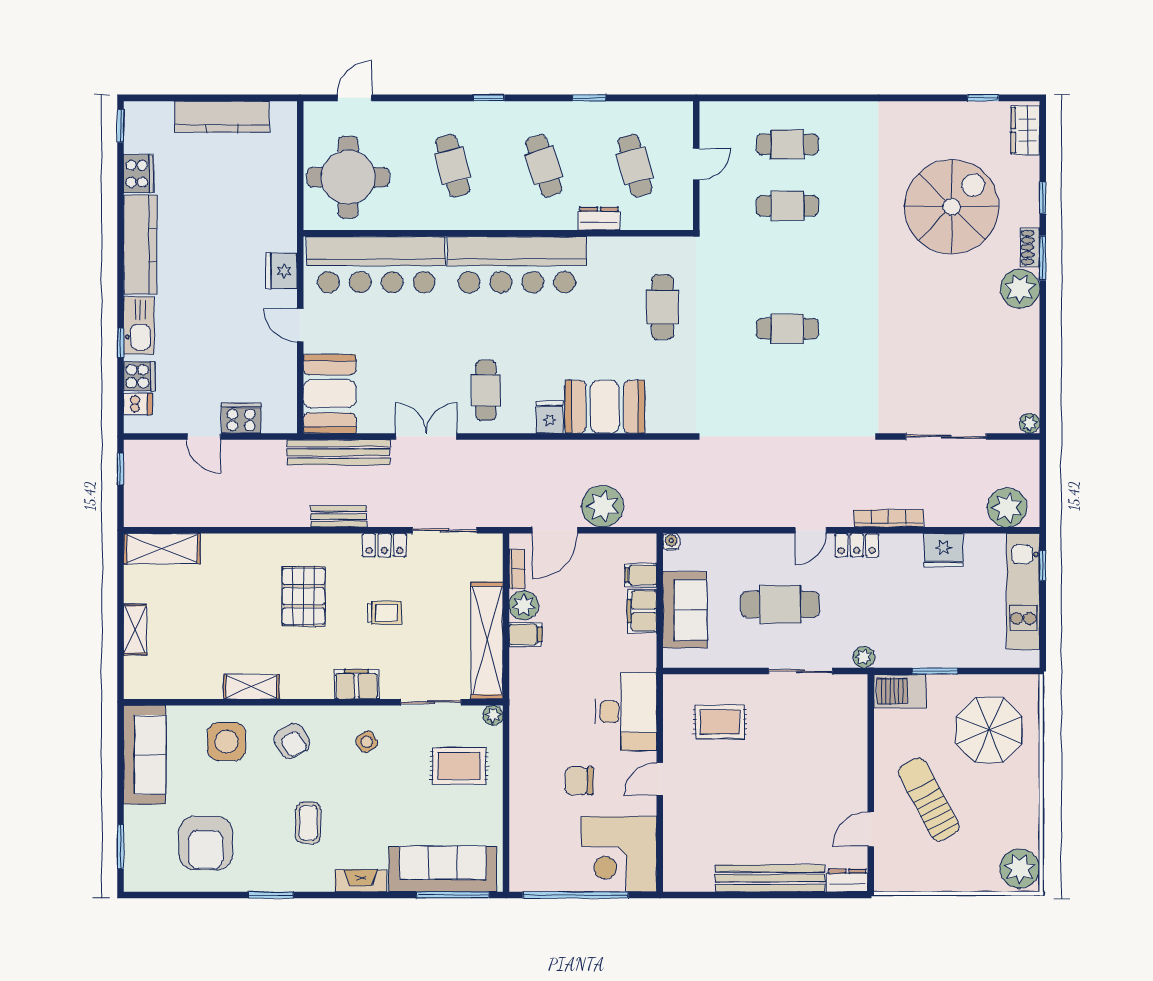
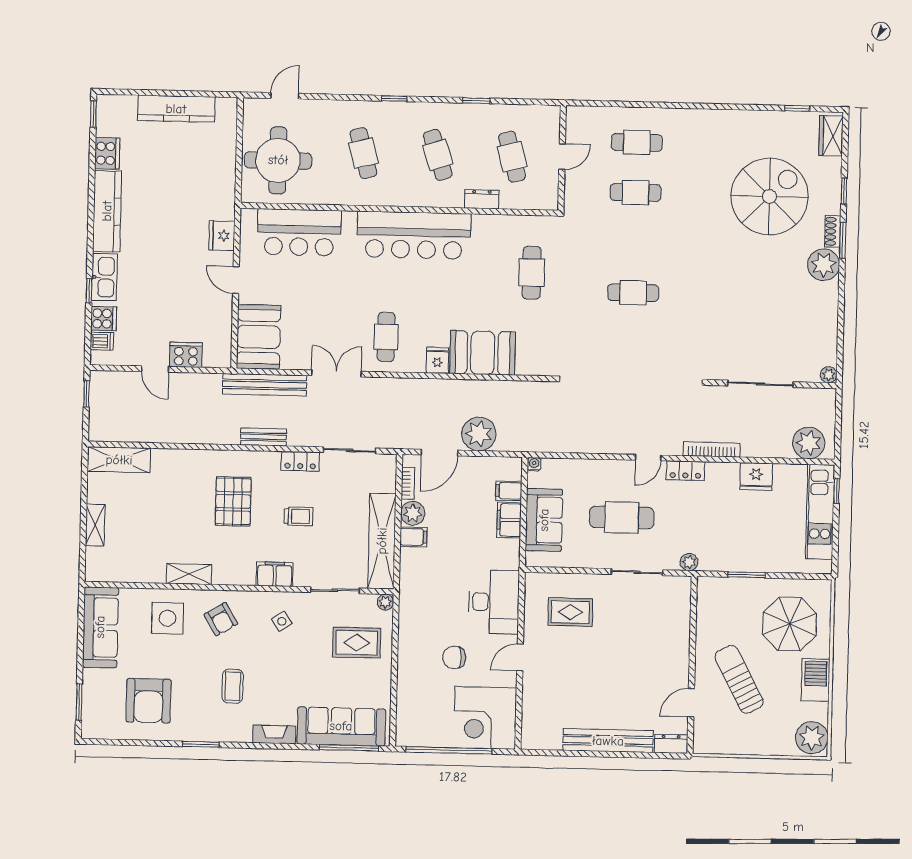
bar counter: (376, 265) -> (299, 232), width x0.73
barbecue: (900, 691) -> (816, 680), moved, turned 90

